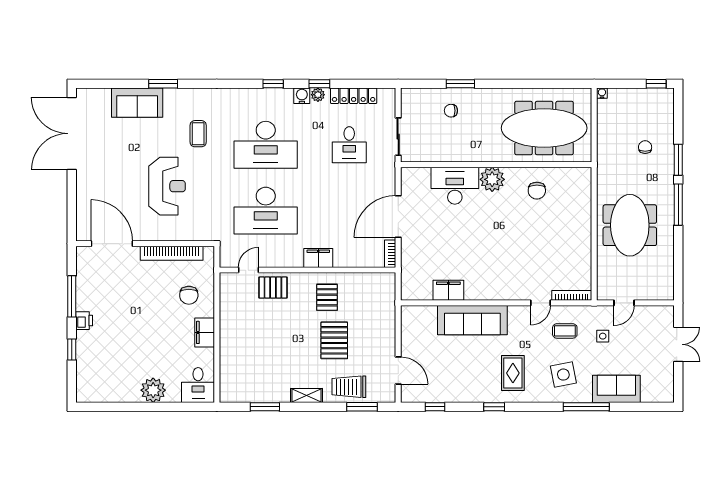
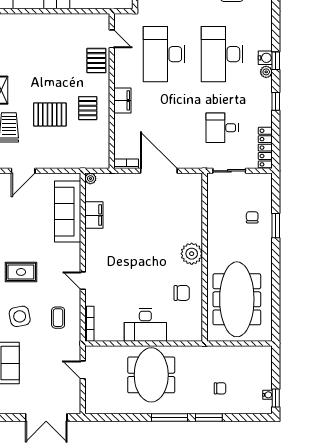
water cooler: (602, 93) -> (268, 395), moved
plant: (318, 95) -> (266, 72), moved
water cooler: (302, 96) -> (265, 58), moved
locker: (354, 96) -> (265, 148), moved
desk: (455, 186) -> (145, 325), moved, turned 90
chair: (537, 191) -> (182, 293), turned 180
meeting table: (630, 225) -> (151, 375), turned 90
plant: (407, 294) -> (90, 179), added
pallet: (327, 297) -> (88, 108), turned 90
door: (540, 303) -> (83, 281), moved
sofa: (472, 320) -> (68, 212), moved
side table: (603, 336) -> (54, 351), removed
double door: (678, 344) -> (46, 418), width x1.37

